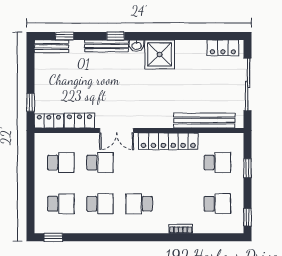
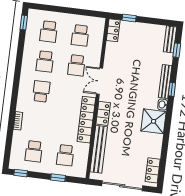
locker: (80, 121) -> (103, 113), moved

